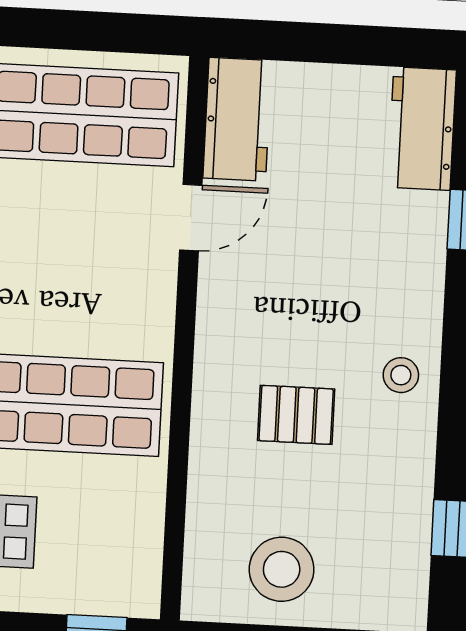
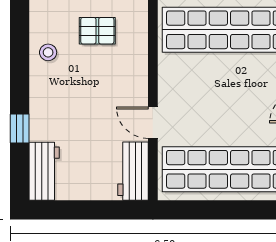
door: (191, 218) -> (153, 123), hinge flipped

